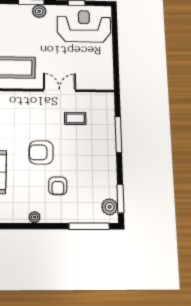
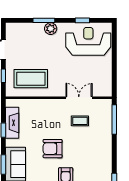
double door: (59, 90) -> (79, 98), moved
window: (118, 134) -> (114, 119), moved

